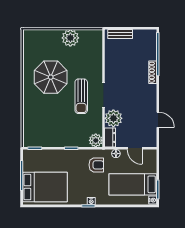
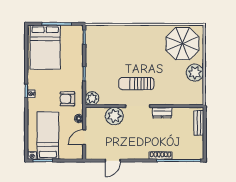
parasol: (51, 77) -> (183, 44), moved
dresser: (110, 137) -> (162, 113), moved
armchair: (96, 165) -> (67, 99), turned 90

